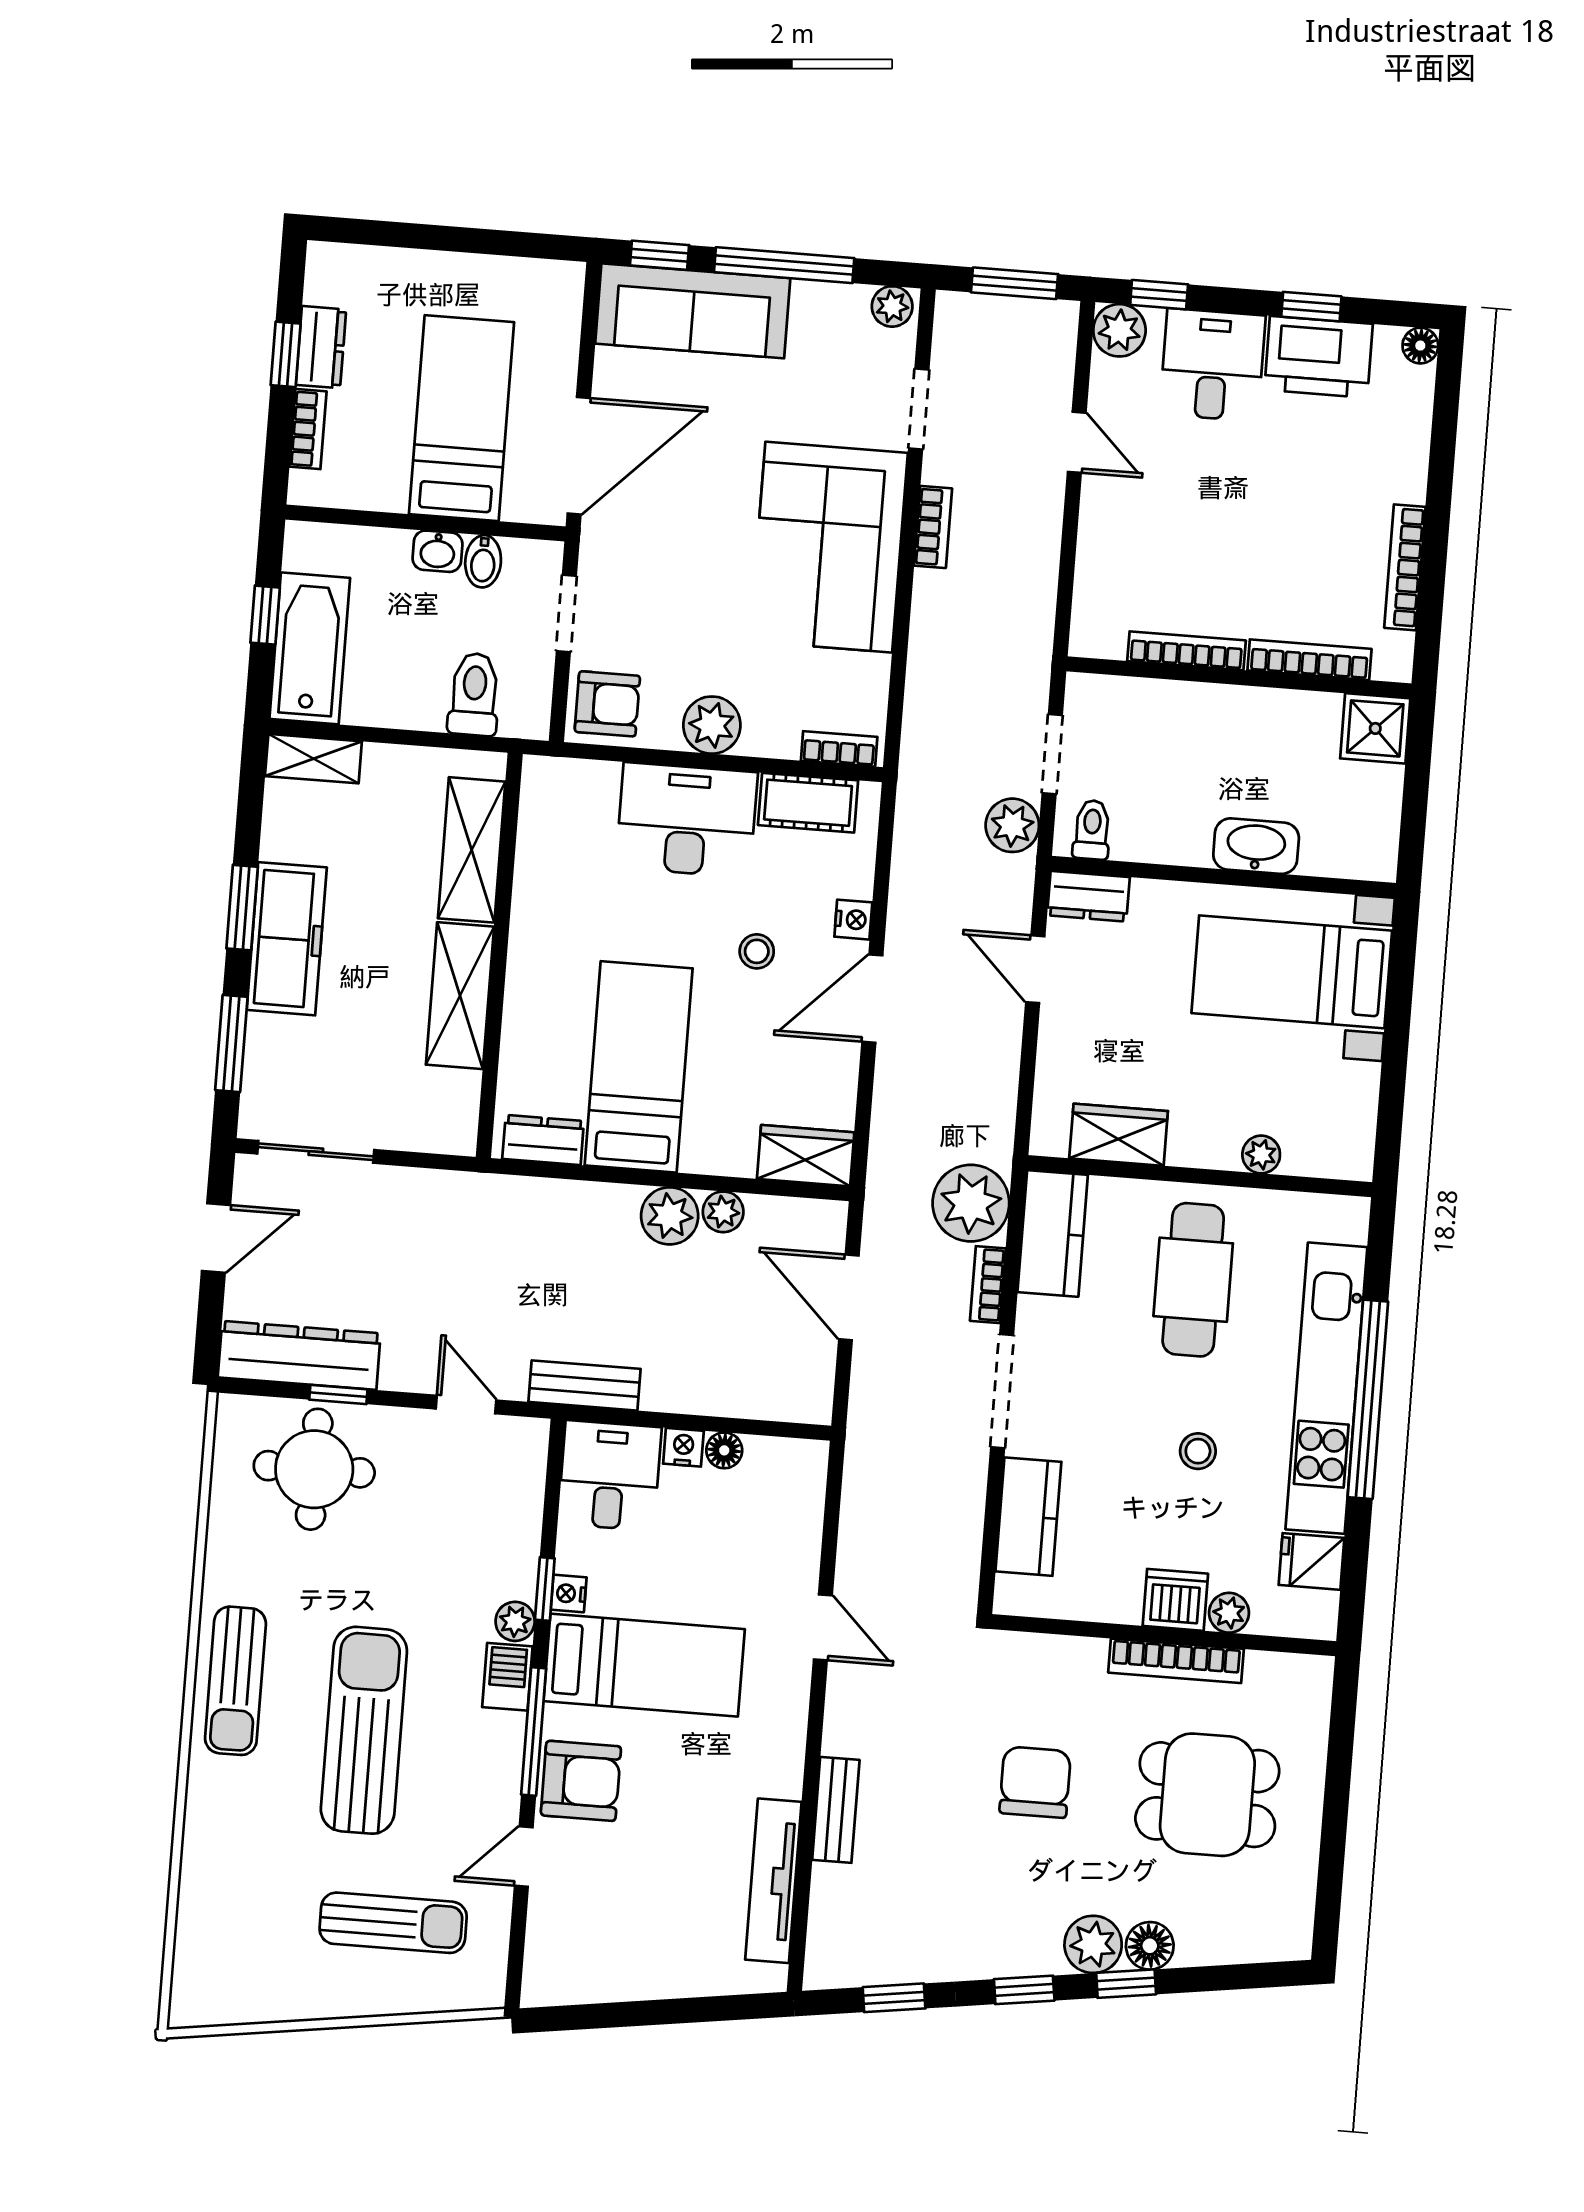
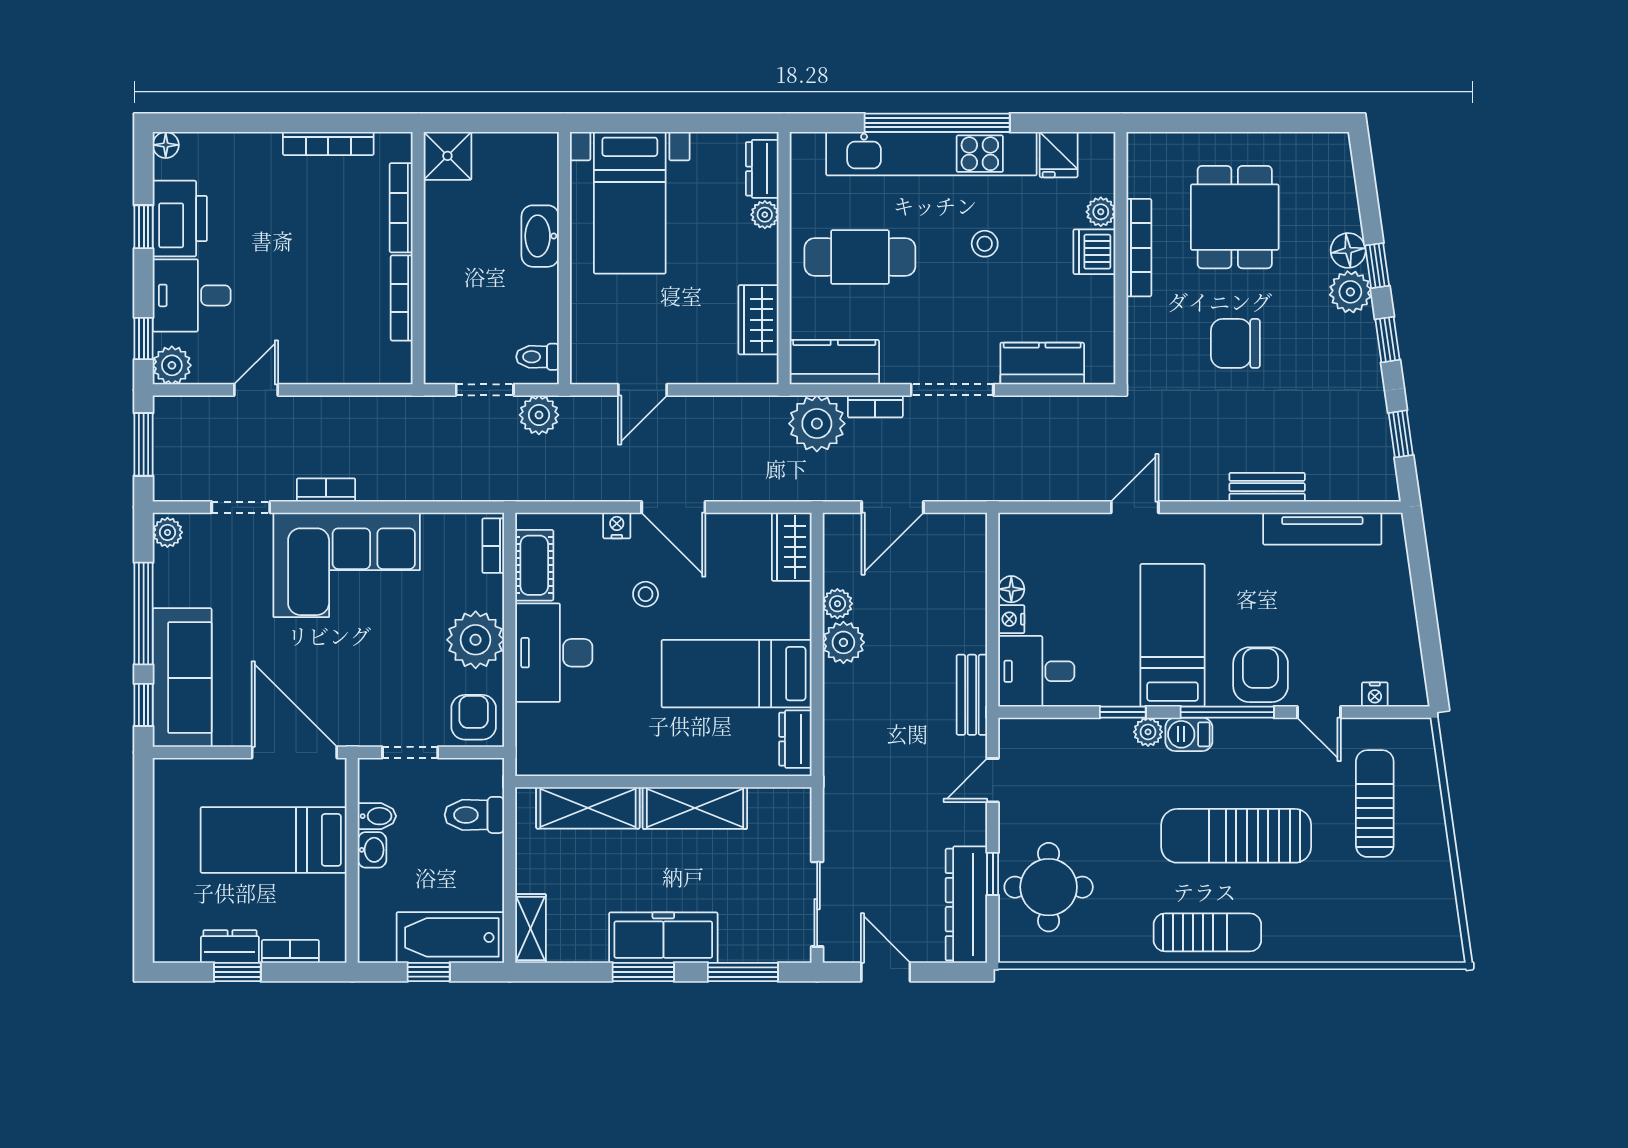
plant: (712, 725) -> (476, 640), width x1.36, depth x1.36
dresser: (1088, 896) -> (762, 169), moved, turned 180
nightstand: (569, 1593) -> (1375, 694), moved

